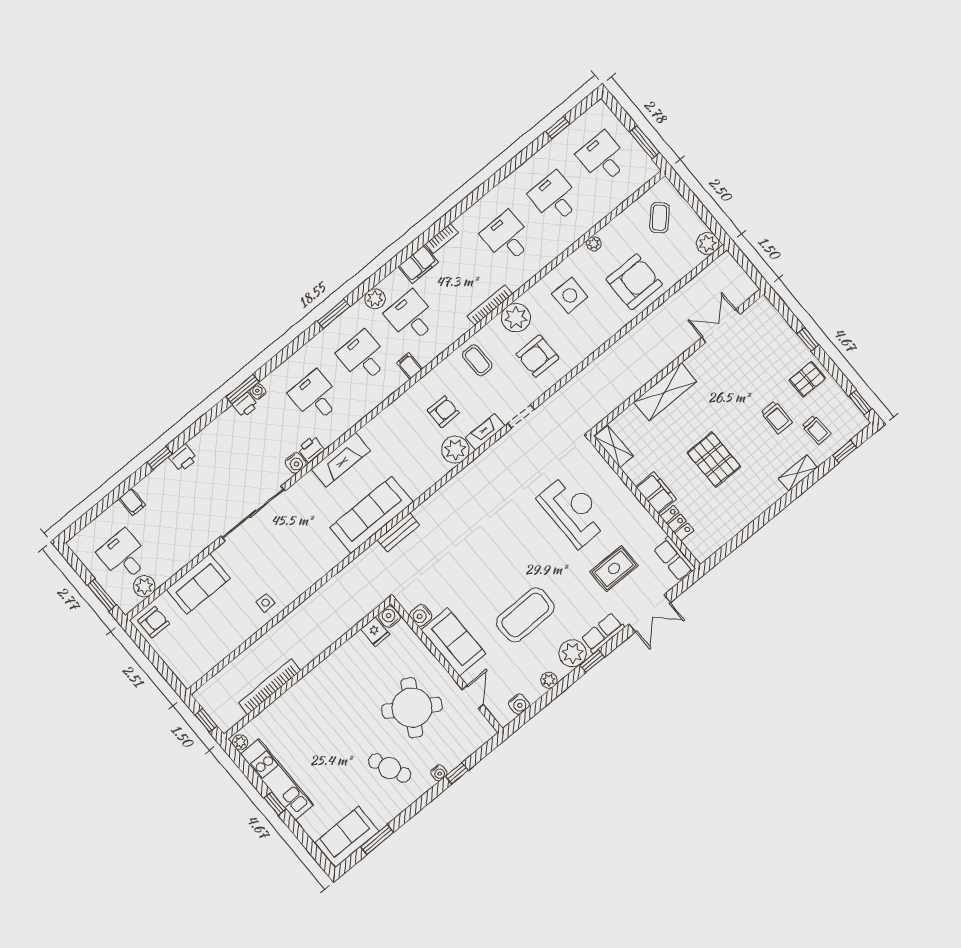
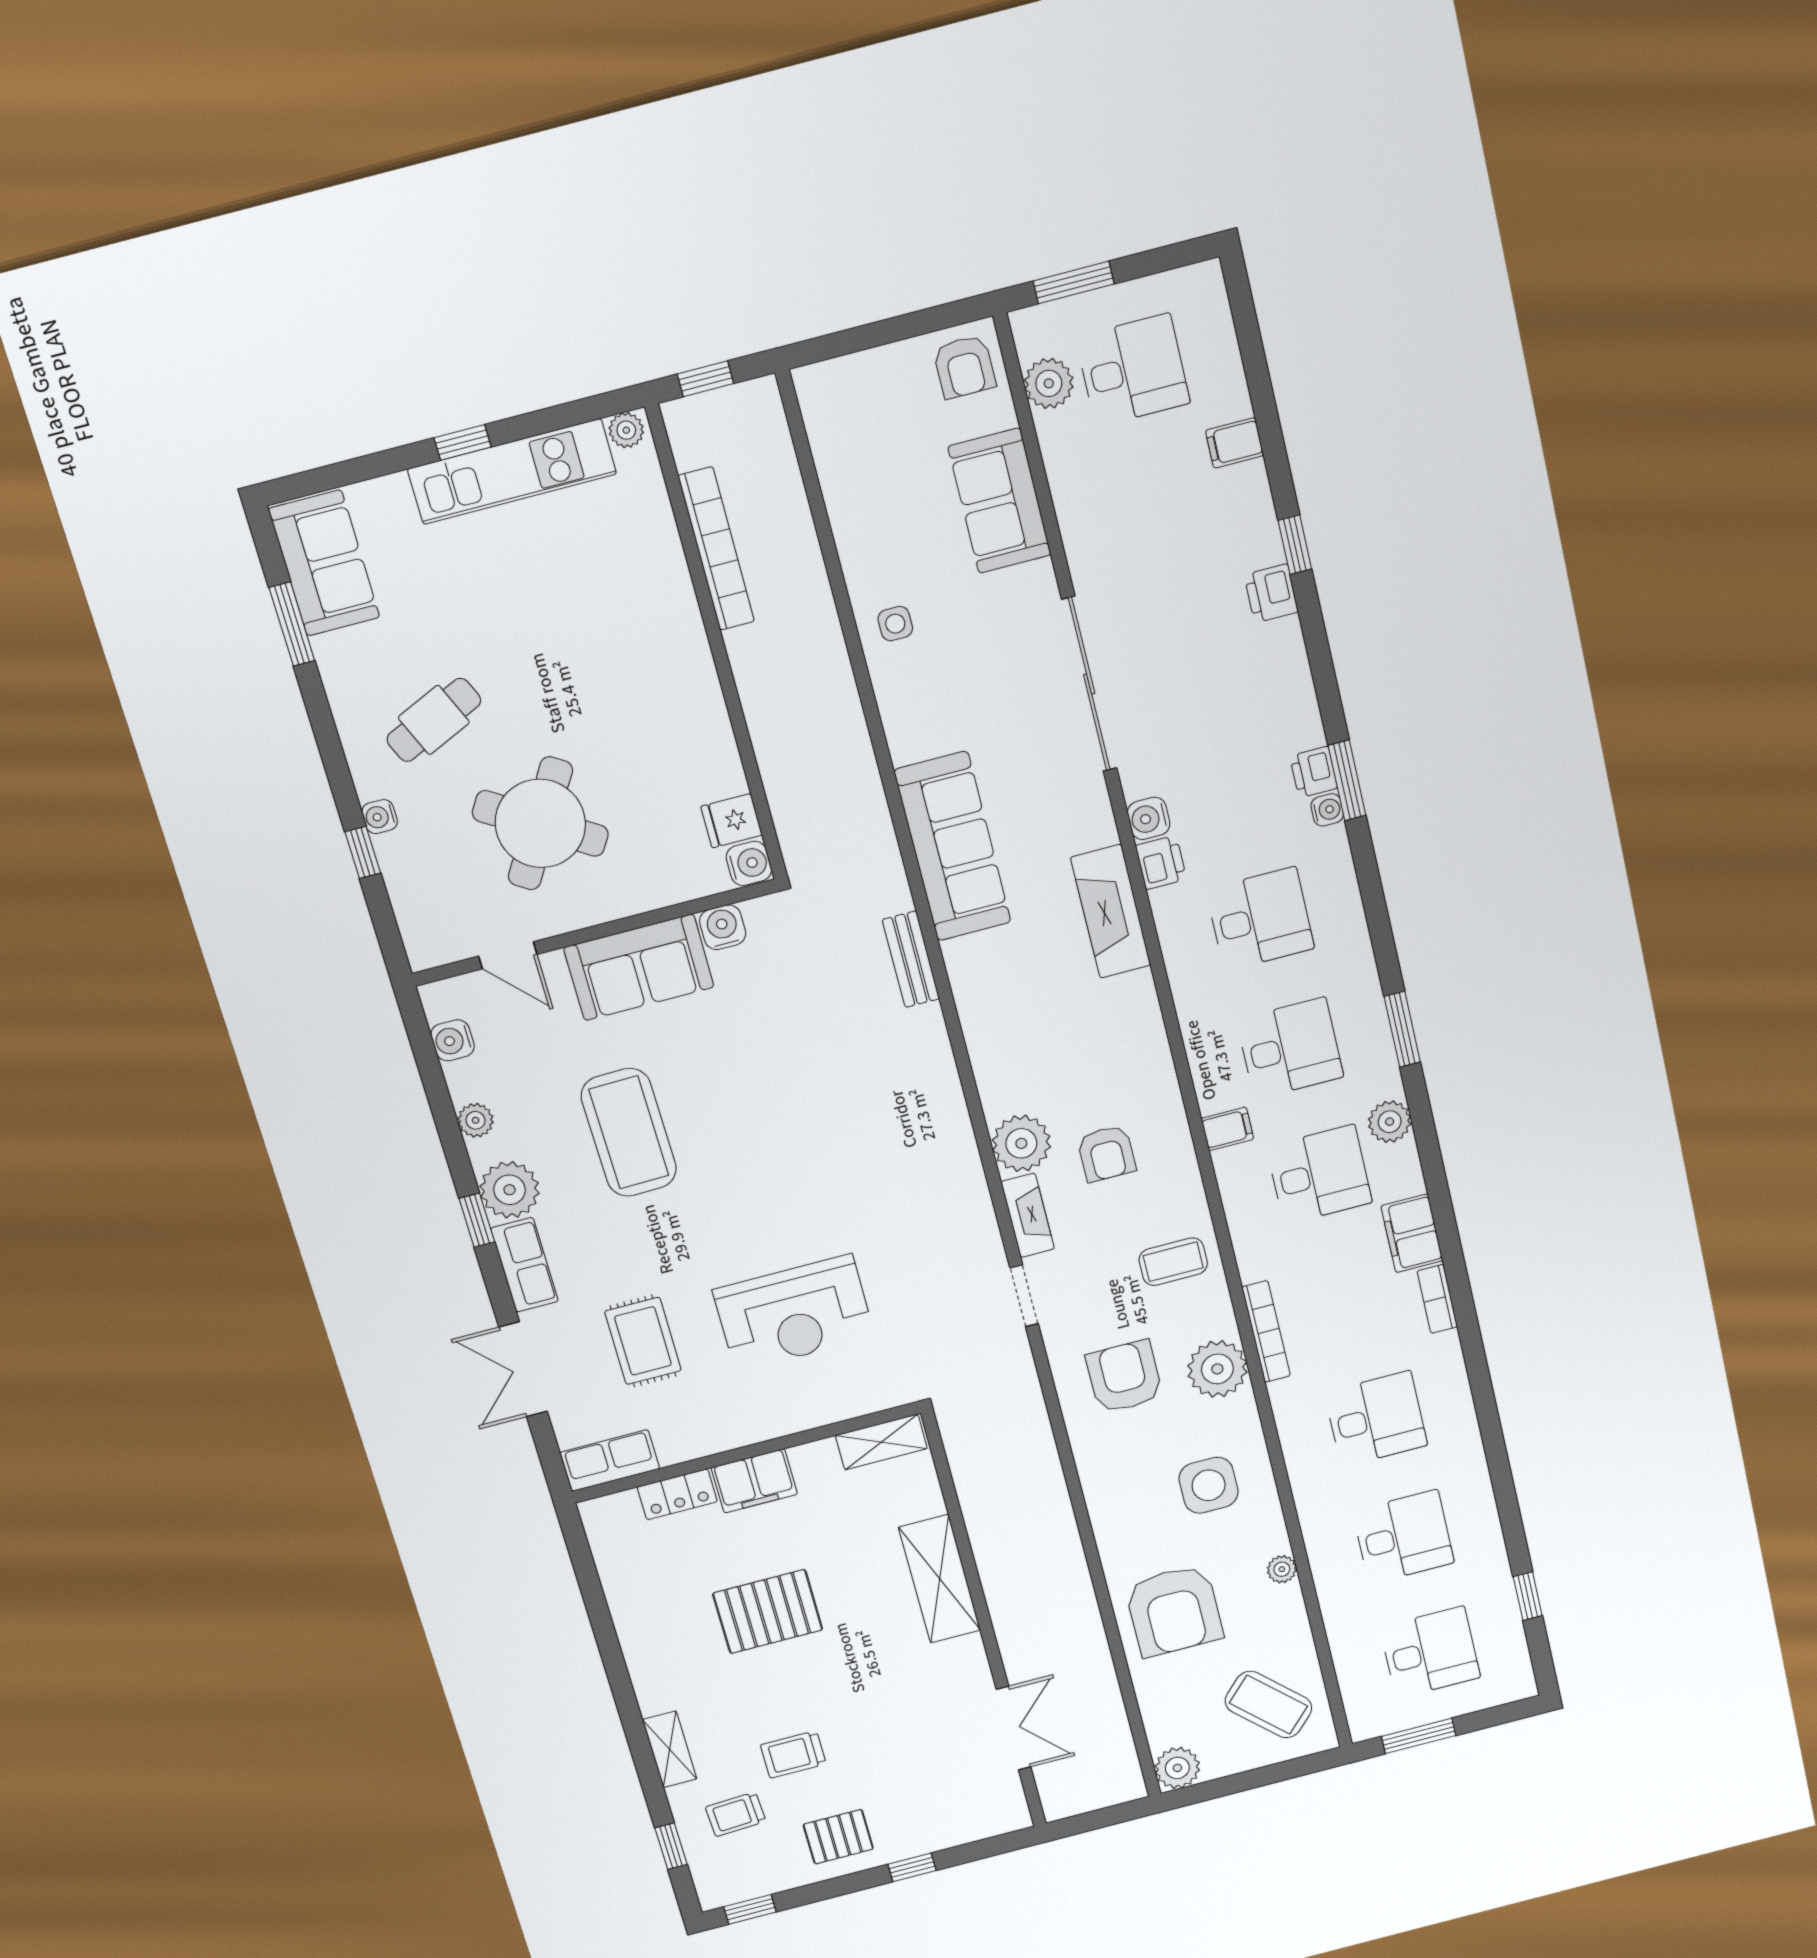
coffee table: (659, 218) -> (1268, 1705), width x1.36, depth x1.30
pallet: (807, 379) -> (838, 1837), turned 90
sofa: (371, 515) -> (953, 846), moved

